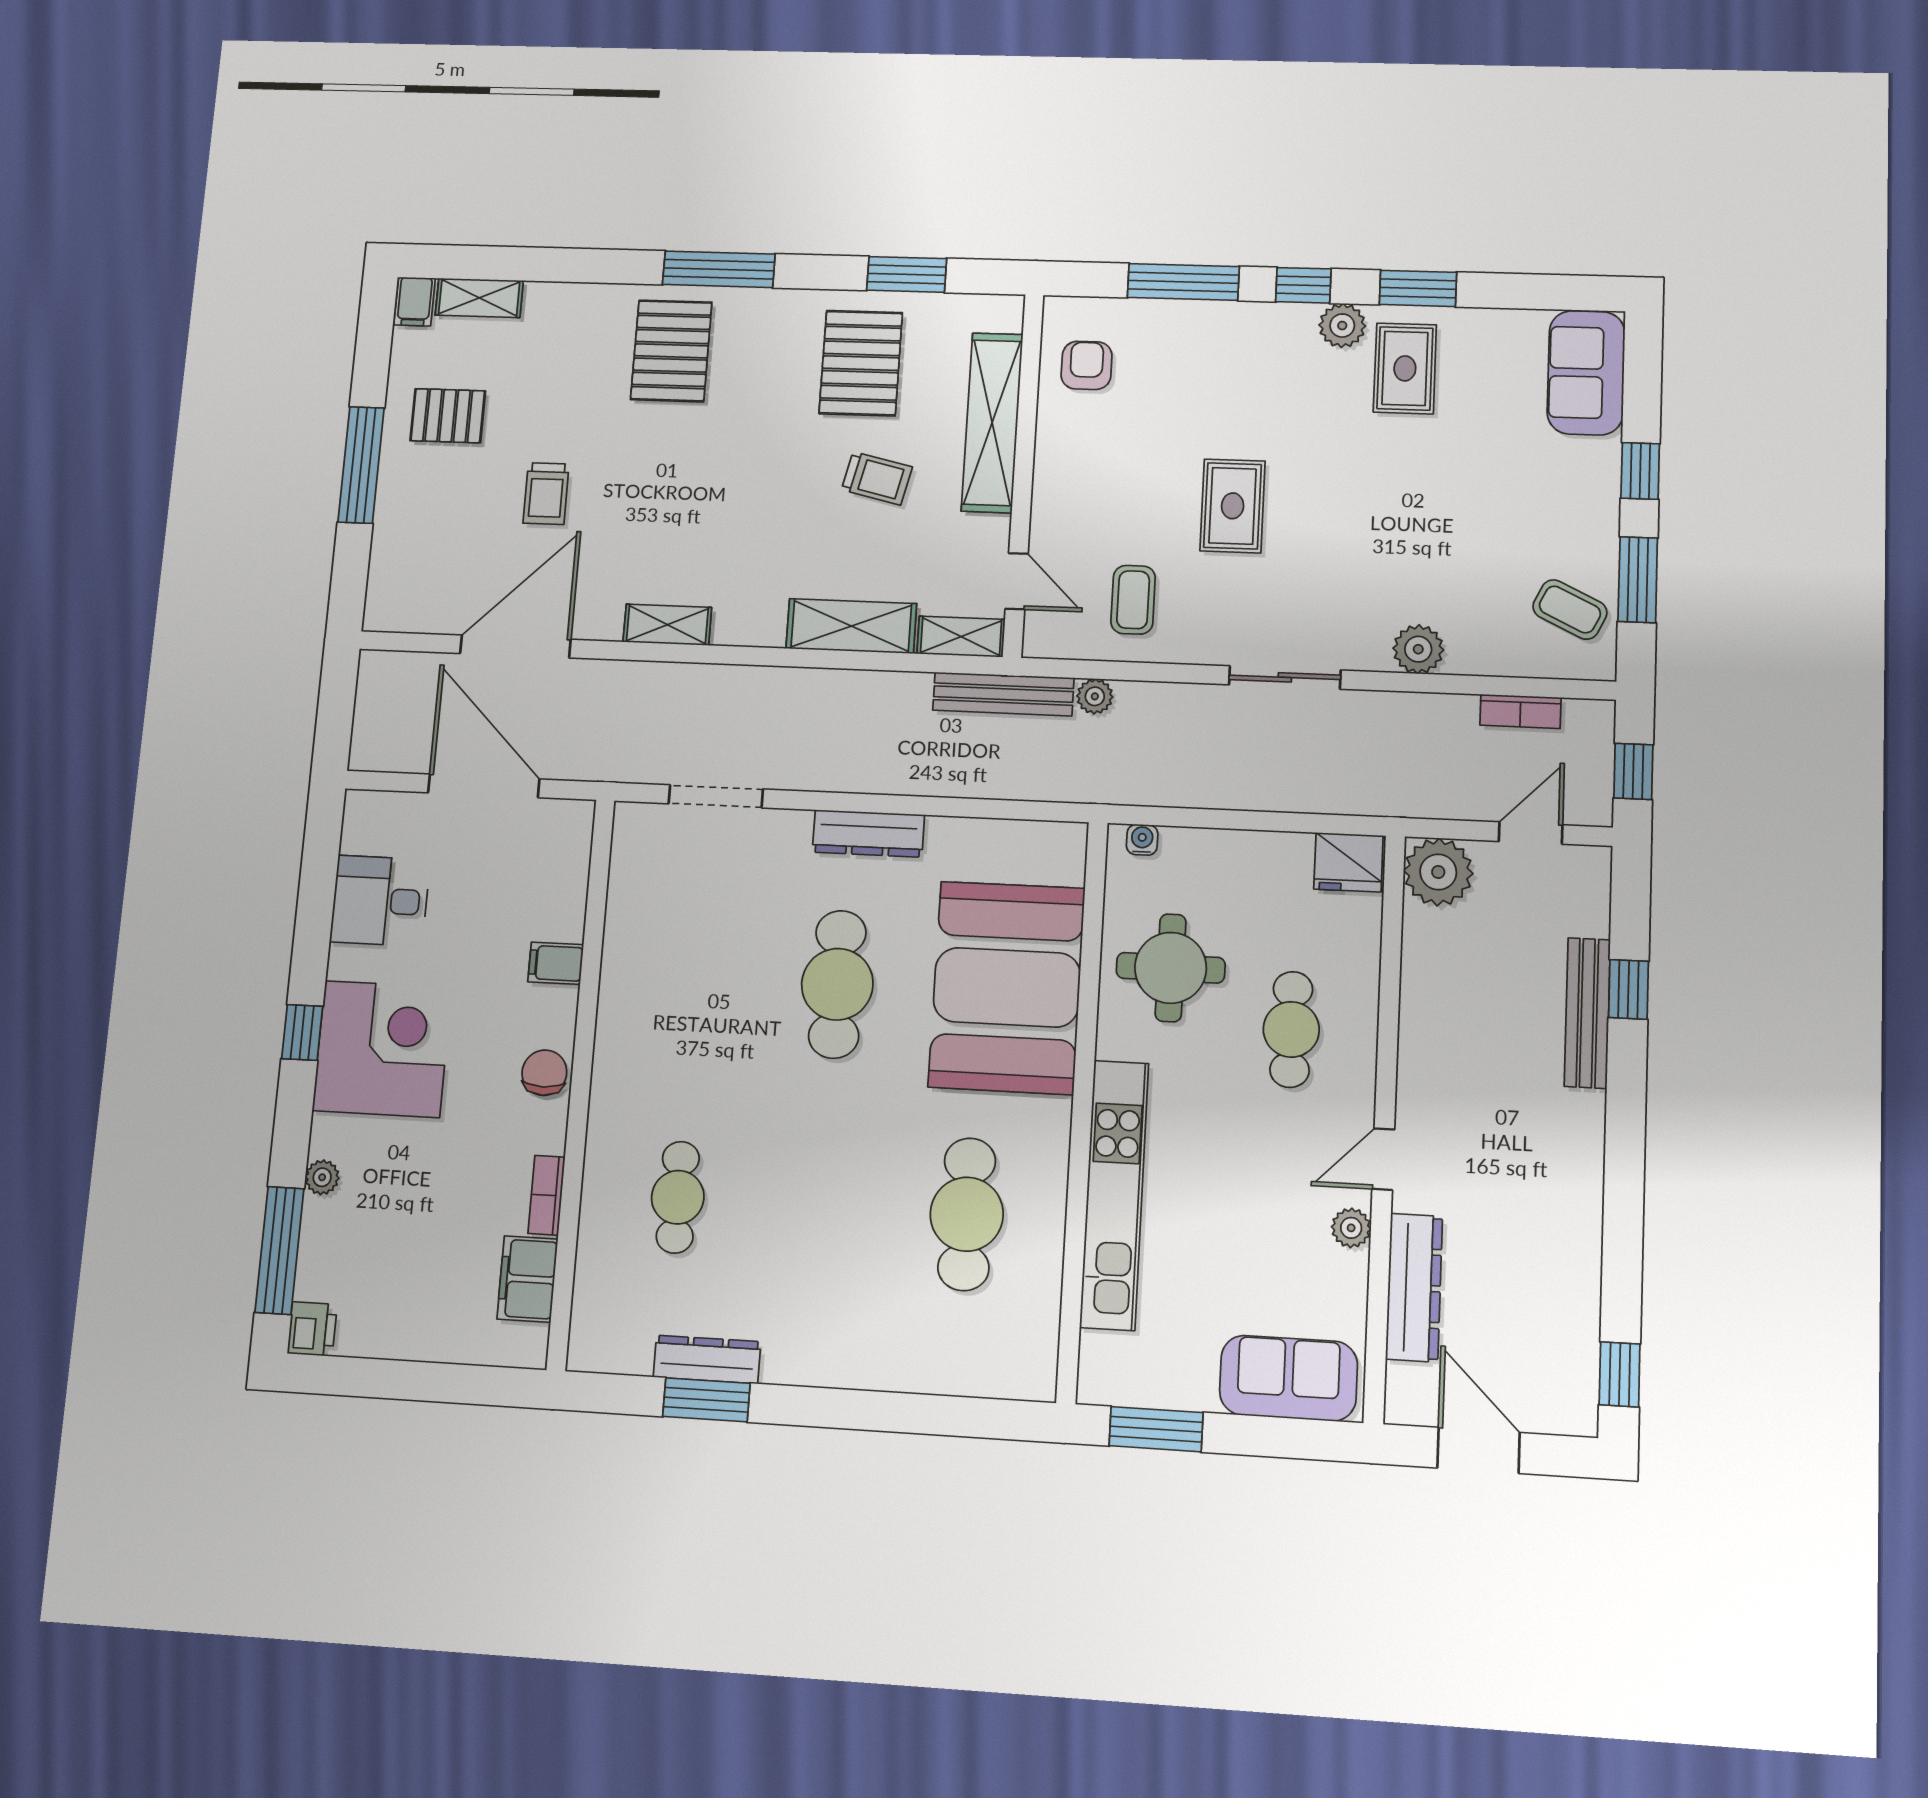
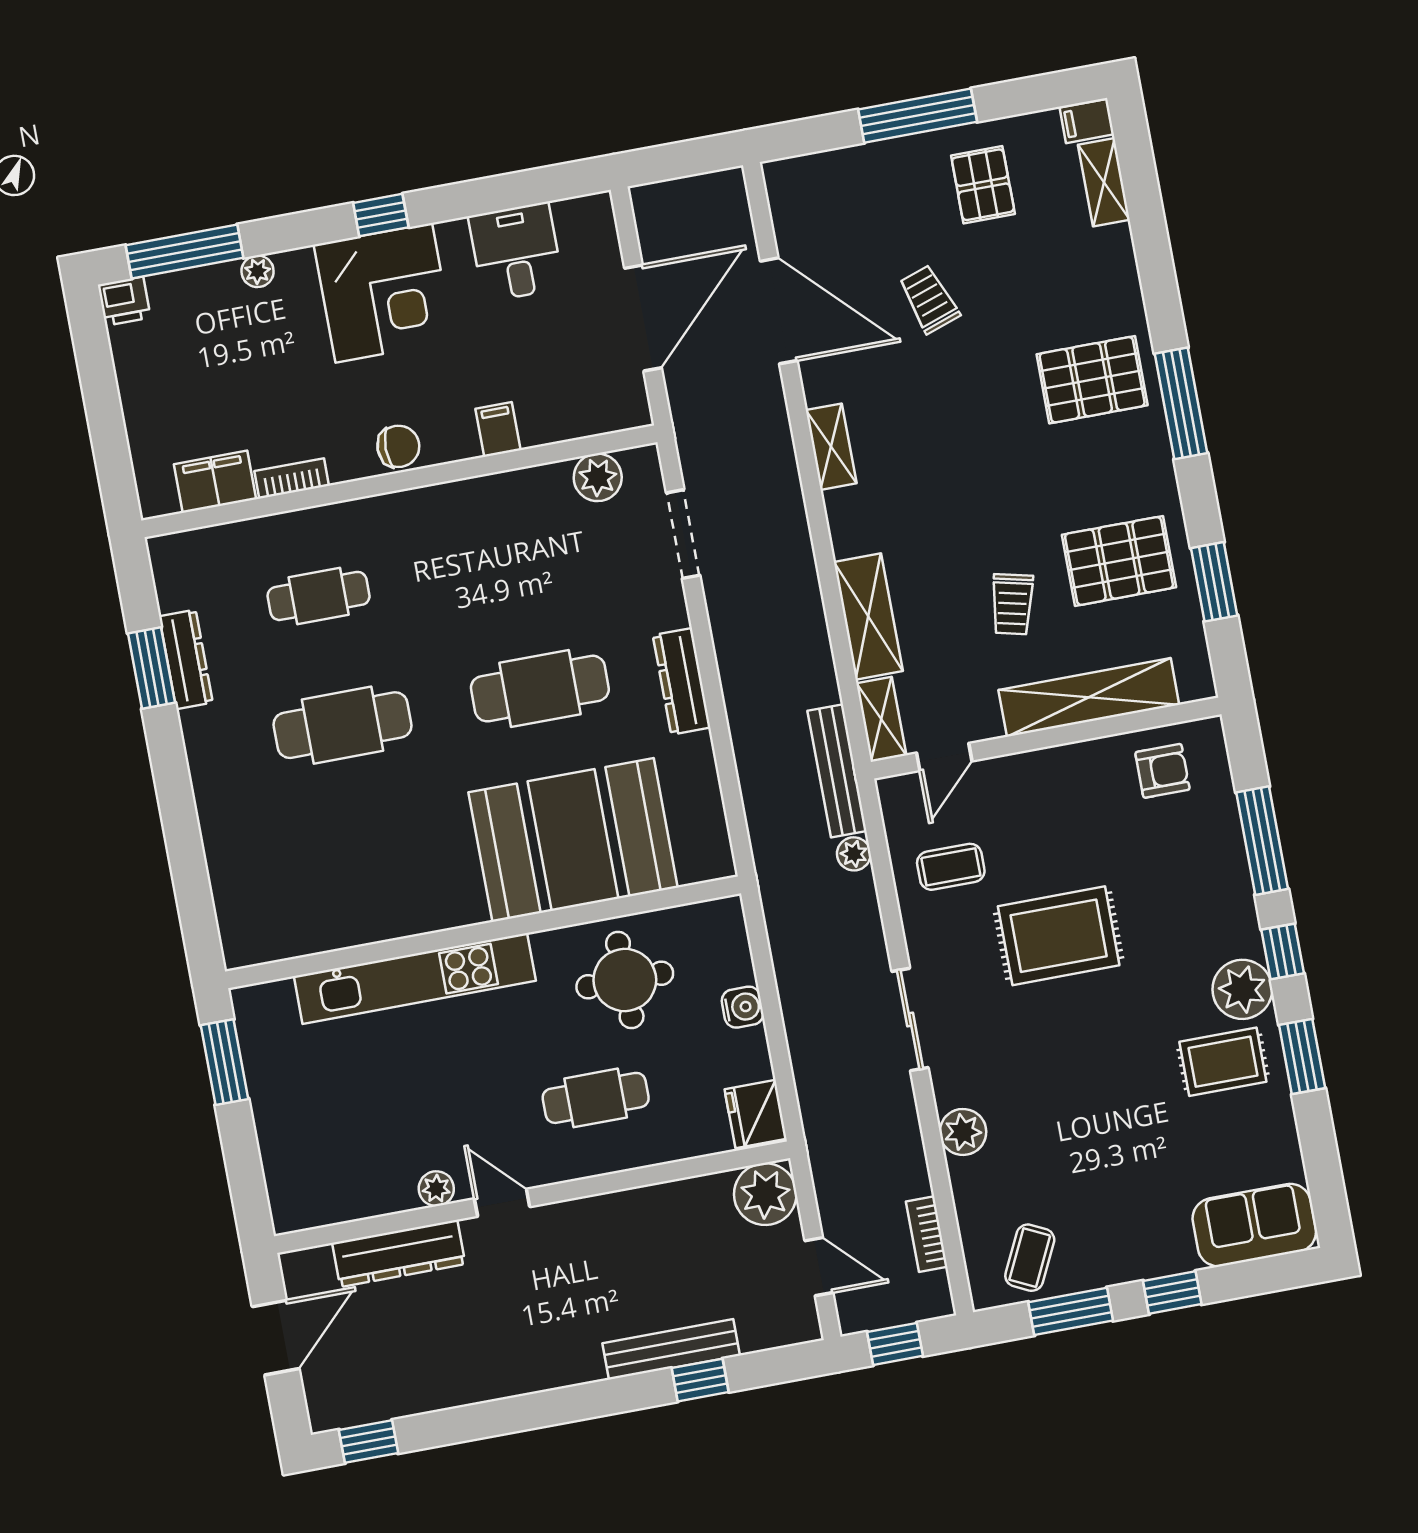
plant: (1342, 326) -> (1242, 989), width x1.36, depth x1.36
trolley: (546, 494) -> (929, 299), turned 71
rug: (1233, 506) -> (1059, 936), width x1.36, depth x1.43
water cooler: (1142, 840) -> (743, 1007), moved, width x1.38, depth x1.38
plant: (634, 871) -> (598, 477), added
cafe table: (967, 1214) -> (342, 725), moved
sofa: (1288, 1378) -> (296, 1164), removed

